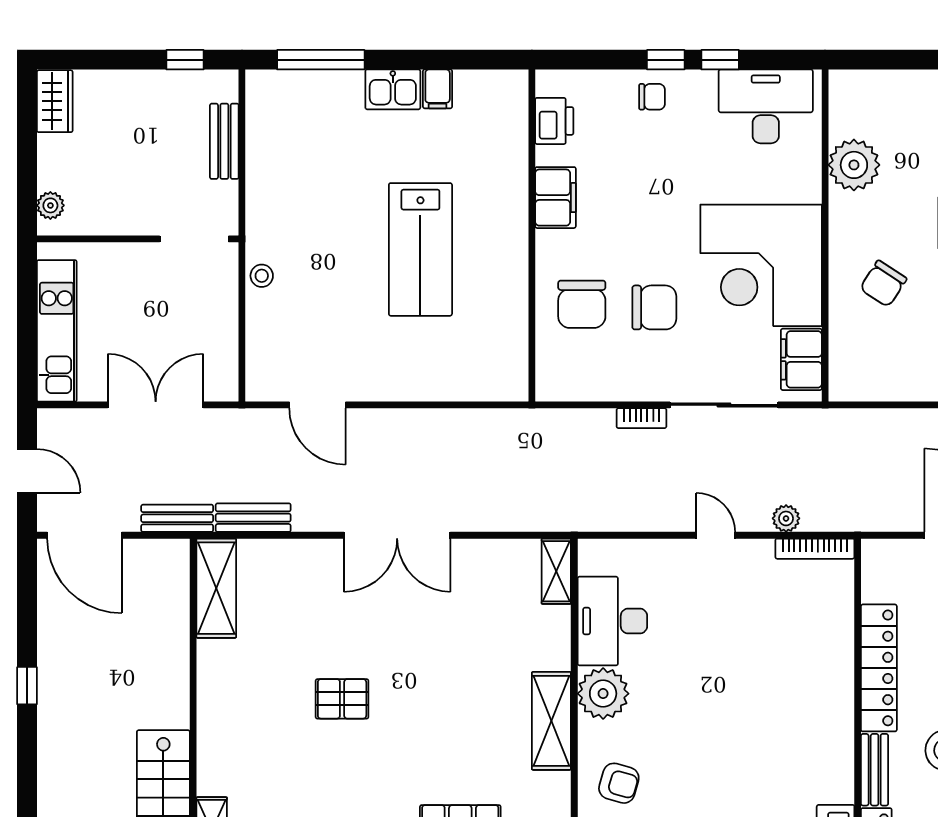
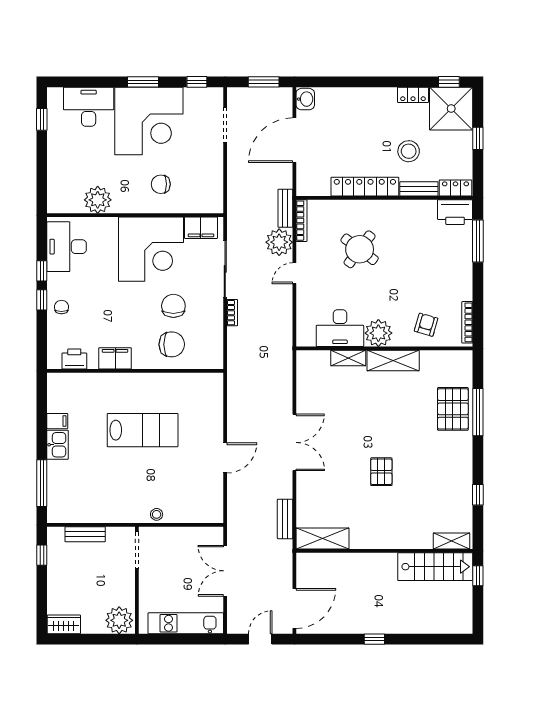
plant: (50, 205) -> (119, 620), width x1.87, depth x1.87
chair: (883, 284) -> (161, 184), turned 147
door: (317, 405) -> (225, 458), moved
bench: (177, 518) -> (285, 208), moved
plant: (786, 518) -> (279, 242), width x1.87, depth x1.87
shelving: (556, 571) -> (348, 358), moved
round table: (761, 658) -> (360, 249), added

